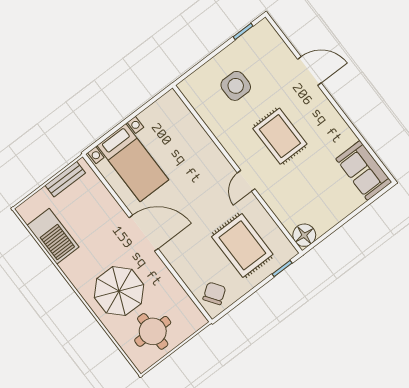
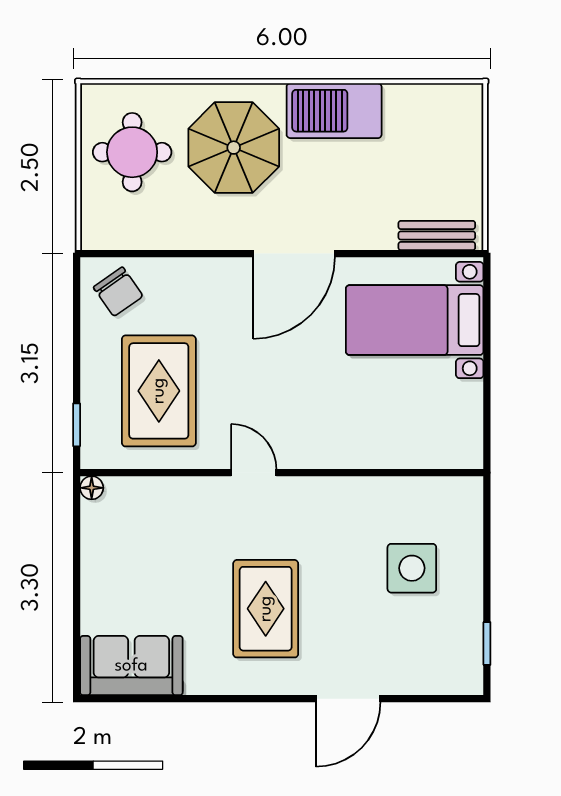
rug: (280, 136) -> (266, 609), moved, turned 90
bench: (65, 179) -> (437, 235), moved, turned 90
floor lamp: (304, 235) -> (92, 488), width x0.53, depth x0.53
barbecue: (53, 236) -> (334, 111), moved
rug: (242, 245) -> (159, 391), turned 90

